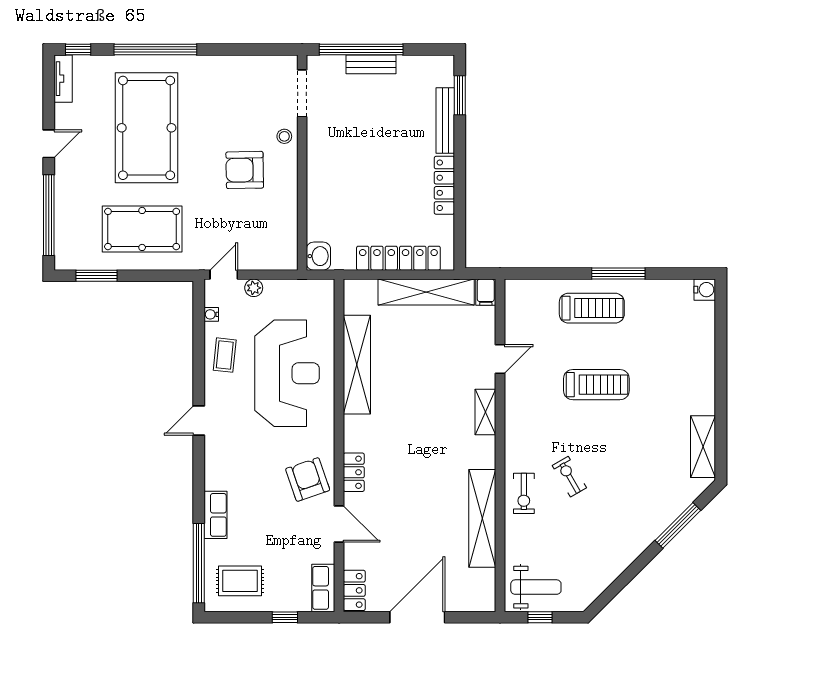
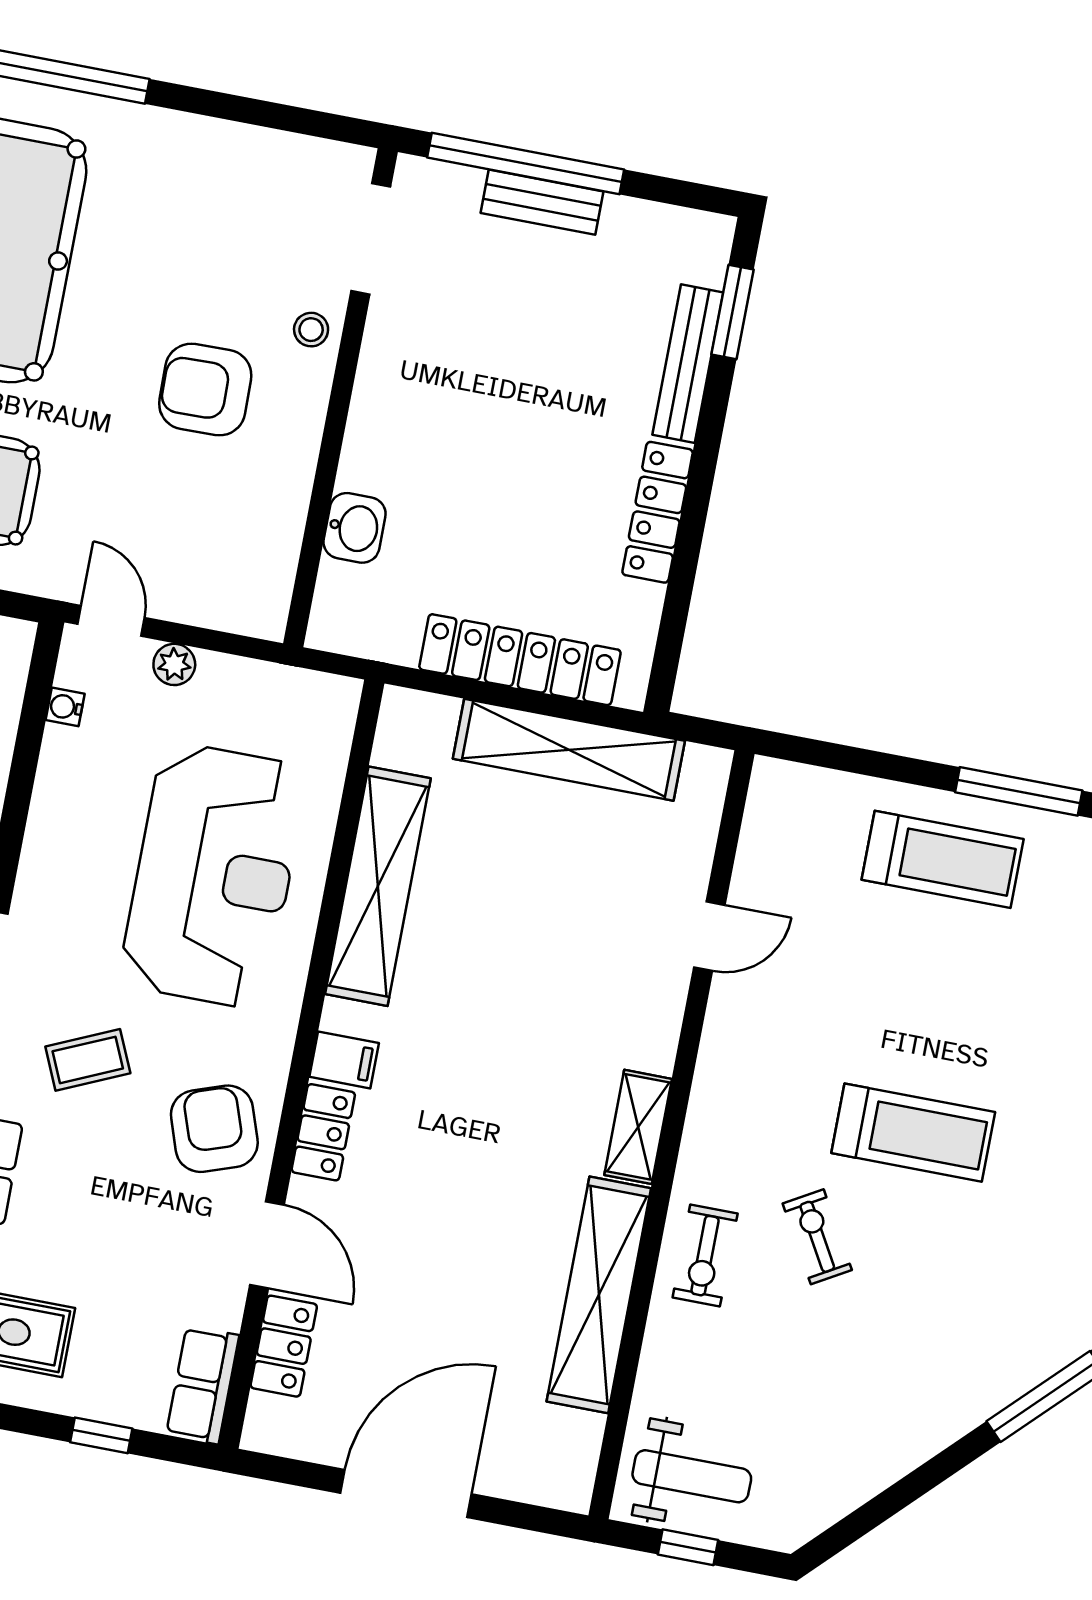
washbasin: (318, 256) -> (355, 528), moved
door: (224, 275) -> (111, 621), hinge flipped
filing cabinet: (486, 292) -> (344, 1060), moved, turned -90
coffee table: (225, 355) -> (88, 1060), moved, turned 60
treadmill: (596, 385) -> (913, 1133), moved
shelving: (485, 412) -> (638, 1127), moved
locker: (354, 590) -> (284, 1346), moved

